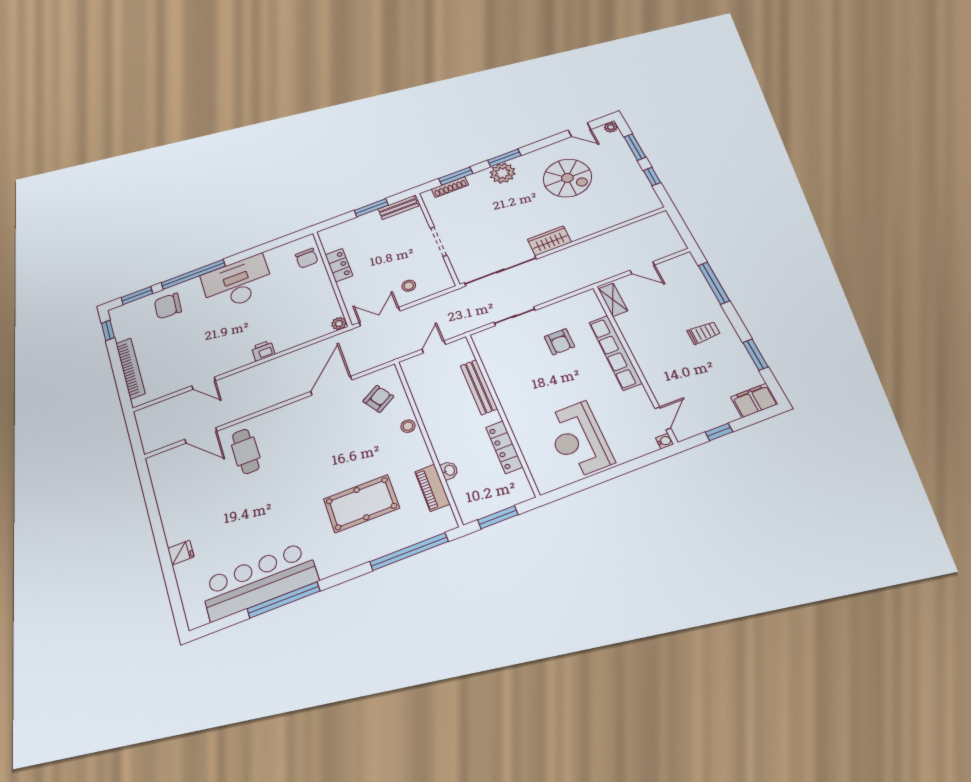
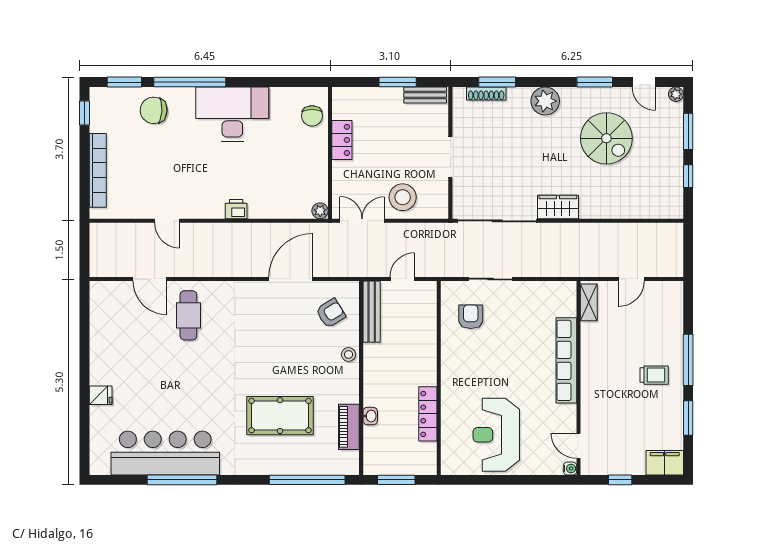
window: (504, 158) -> (595, 82), moved
door: (642, 268) -> (631, 279), hinge flipped
window: (714, 283) -> (688, 360), moved
stool: (409, 286) -> (403, 197), width x1.89, depth x1.89
armchair: (560, 342) -> (471, 317), moved, turned 180
bench: (479, 387) -> (372, 312), moved
door: (663, 418) -> (578, 446), swing flipped

